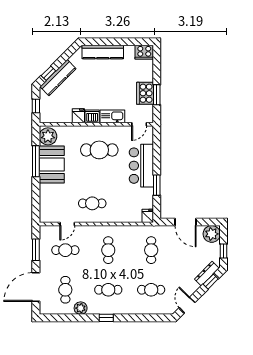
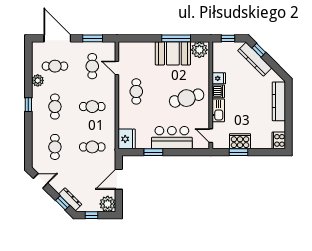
cafe table: (99, 150) -> (187, 98), turned 74
fridge: (148, 216) -> (127, 139), width x1.88, depth x1.34

